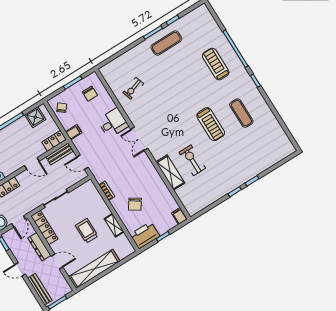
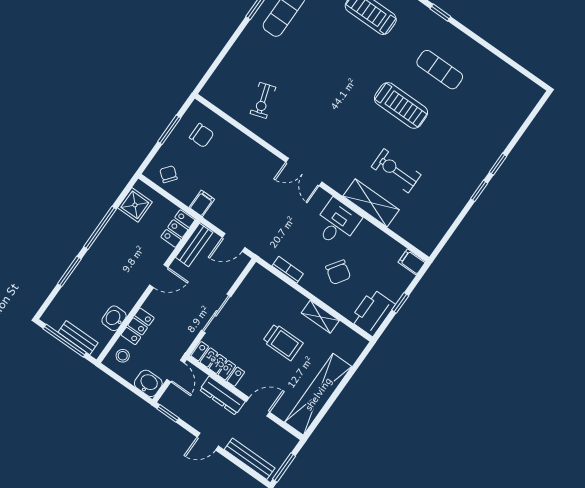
desk: (113, 123) -> (337, 223), moved
trolley: (87, 231) -> (283, 342), turned 180

